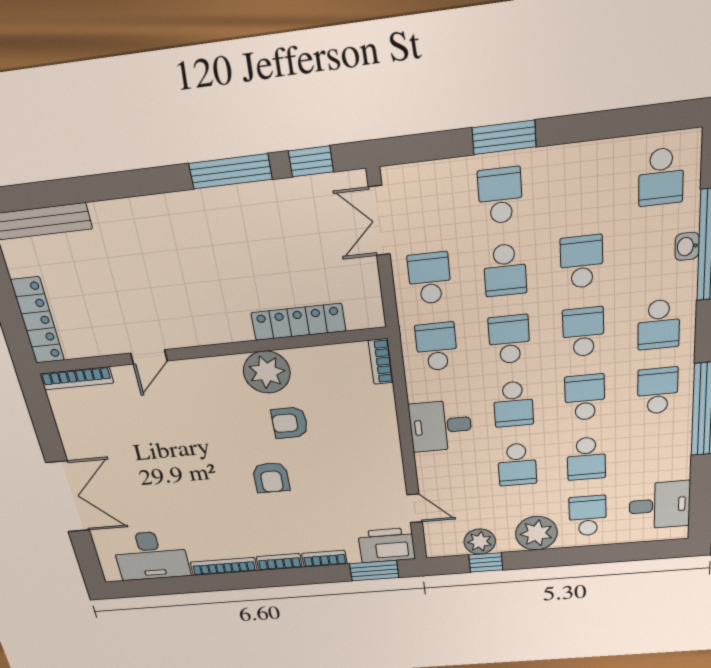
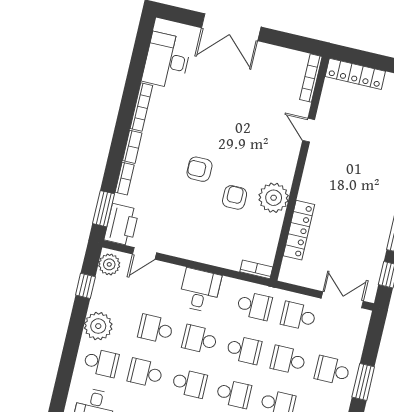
school desk: (500, 196) -> (332, 370), turned 180
school desk: (430, 278) -> (298, 316), turned 180
plant: (480, 542) -> (109, 264), moved

